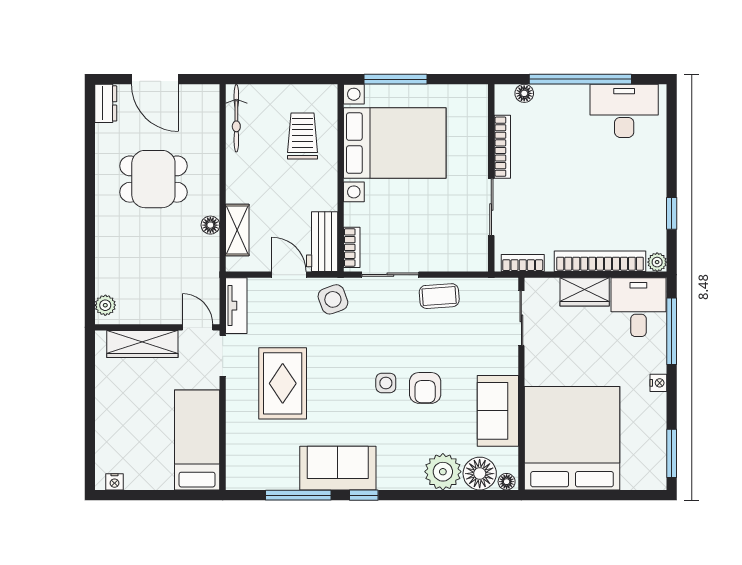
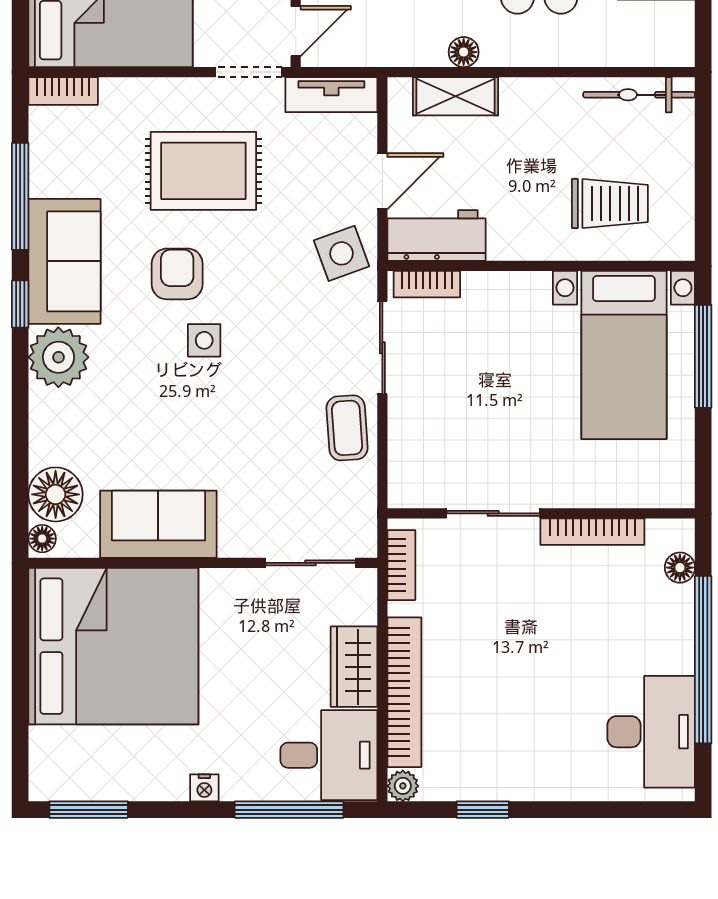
bed with nightstands: (395, 143) -> (624, 355), width x0.73
armchair: (425, 388) -> (177, 274), moved, turned 90
bookcase: (234, 469) -> (63, 91), added
plant: (443, 472) -> (58, 357), moved

